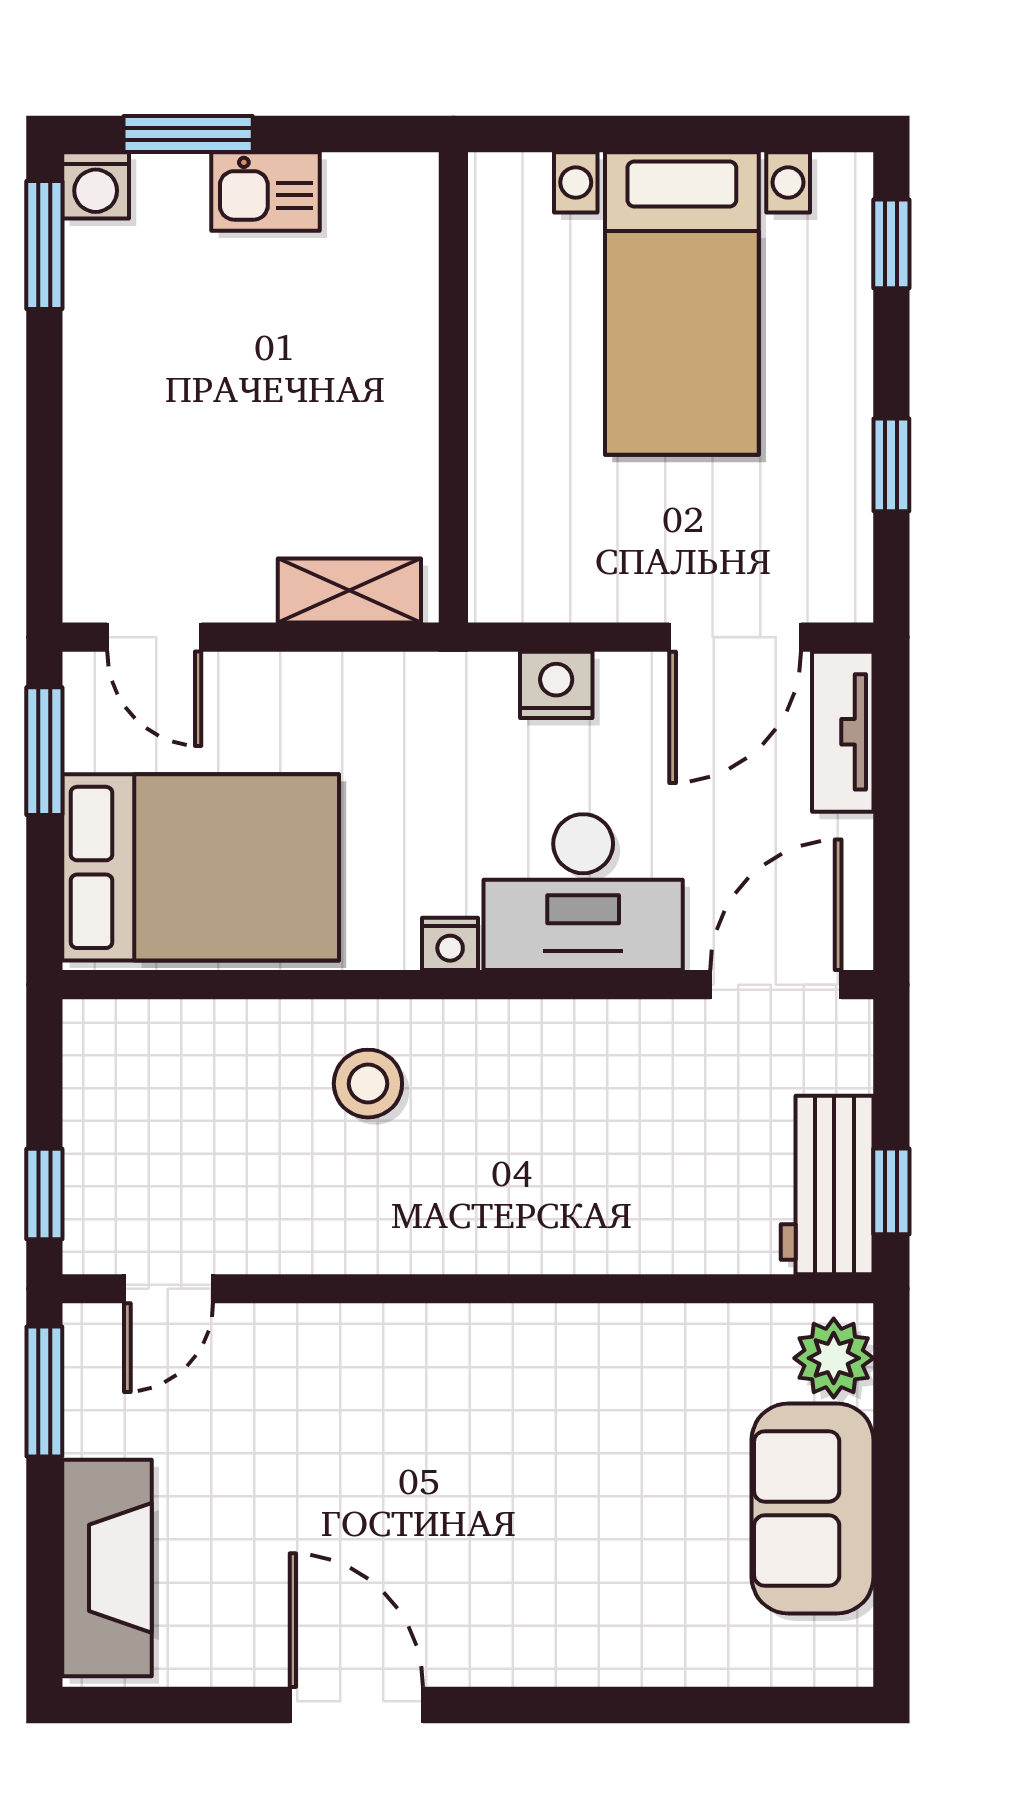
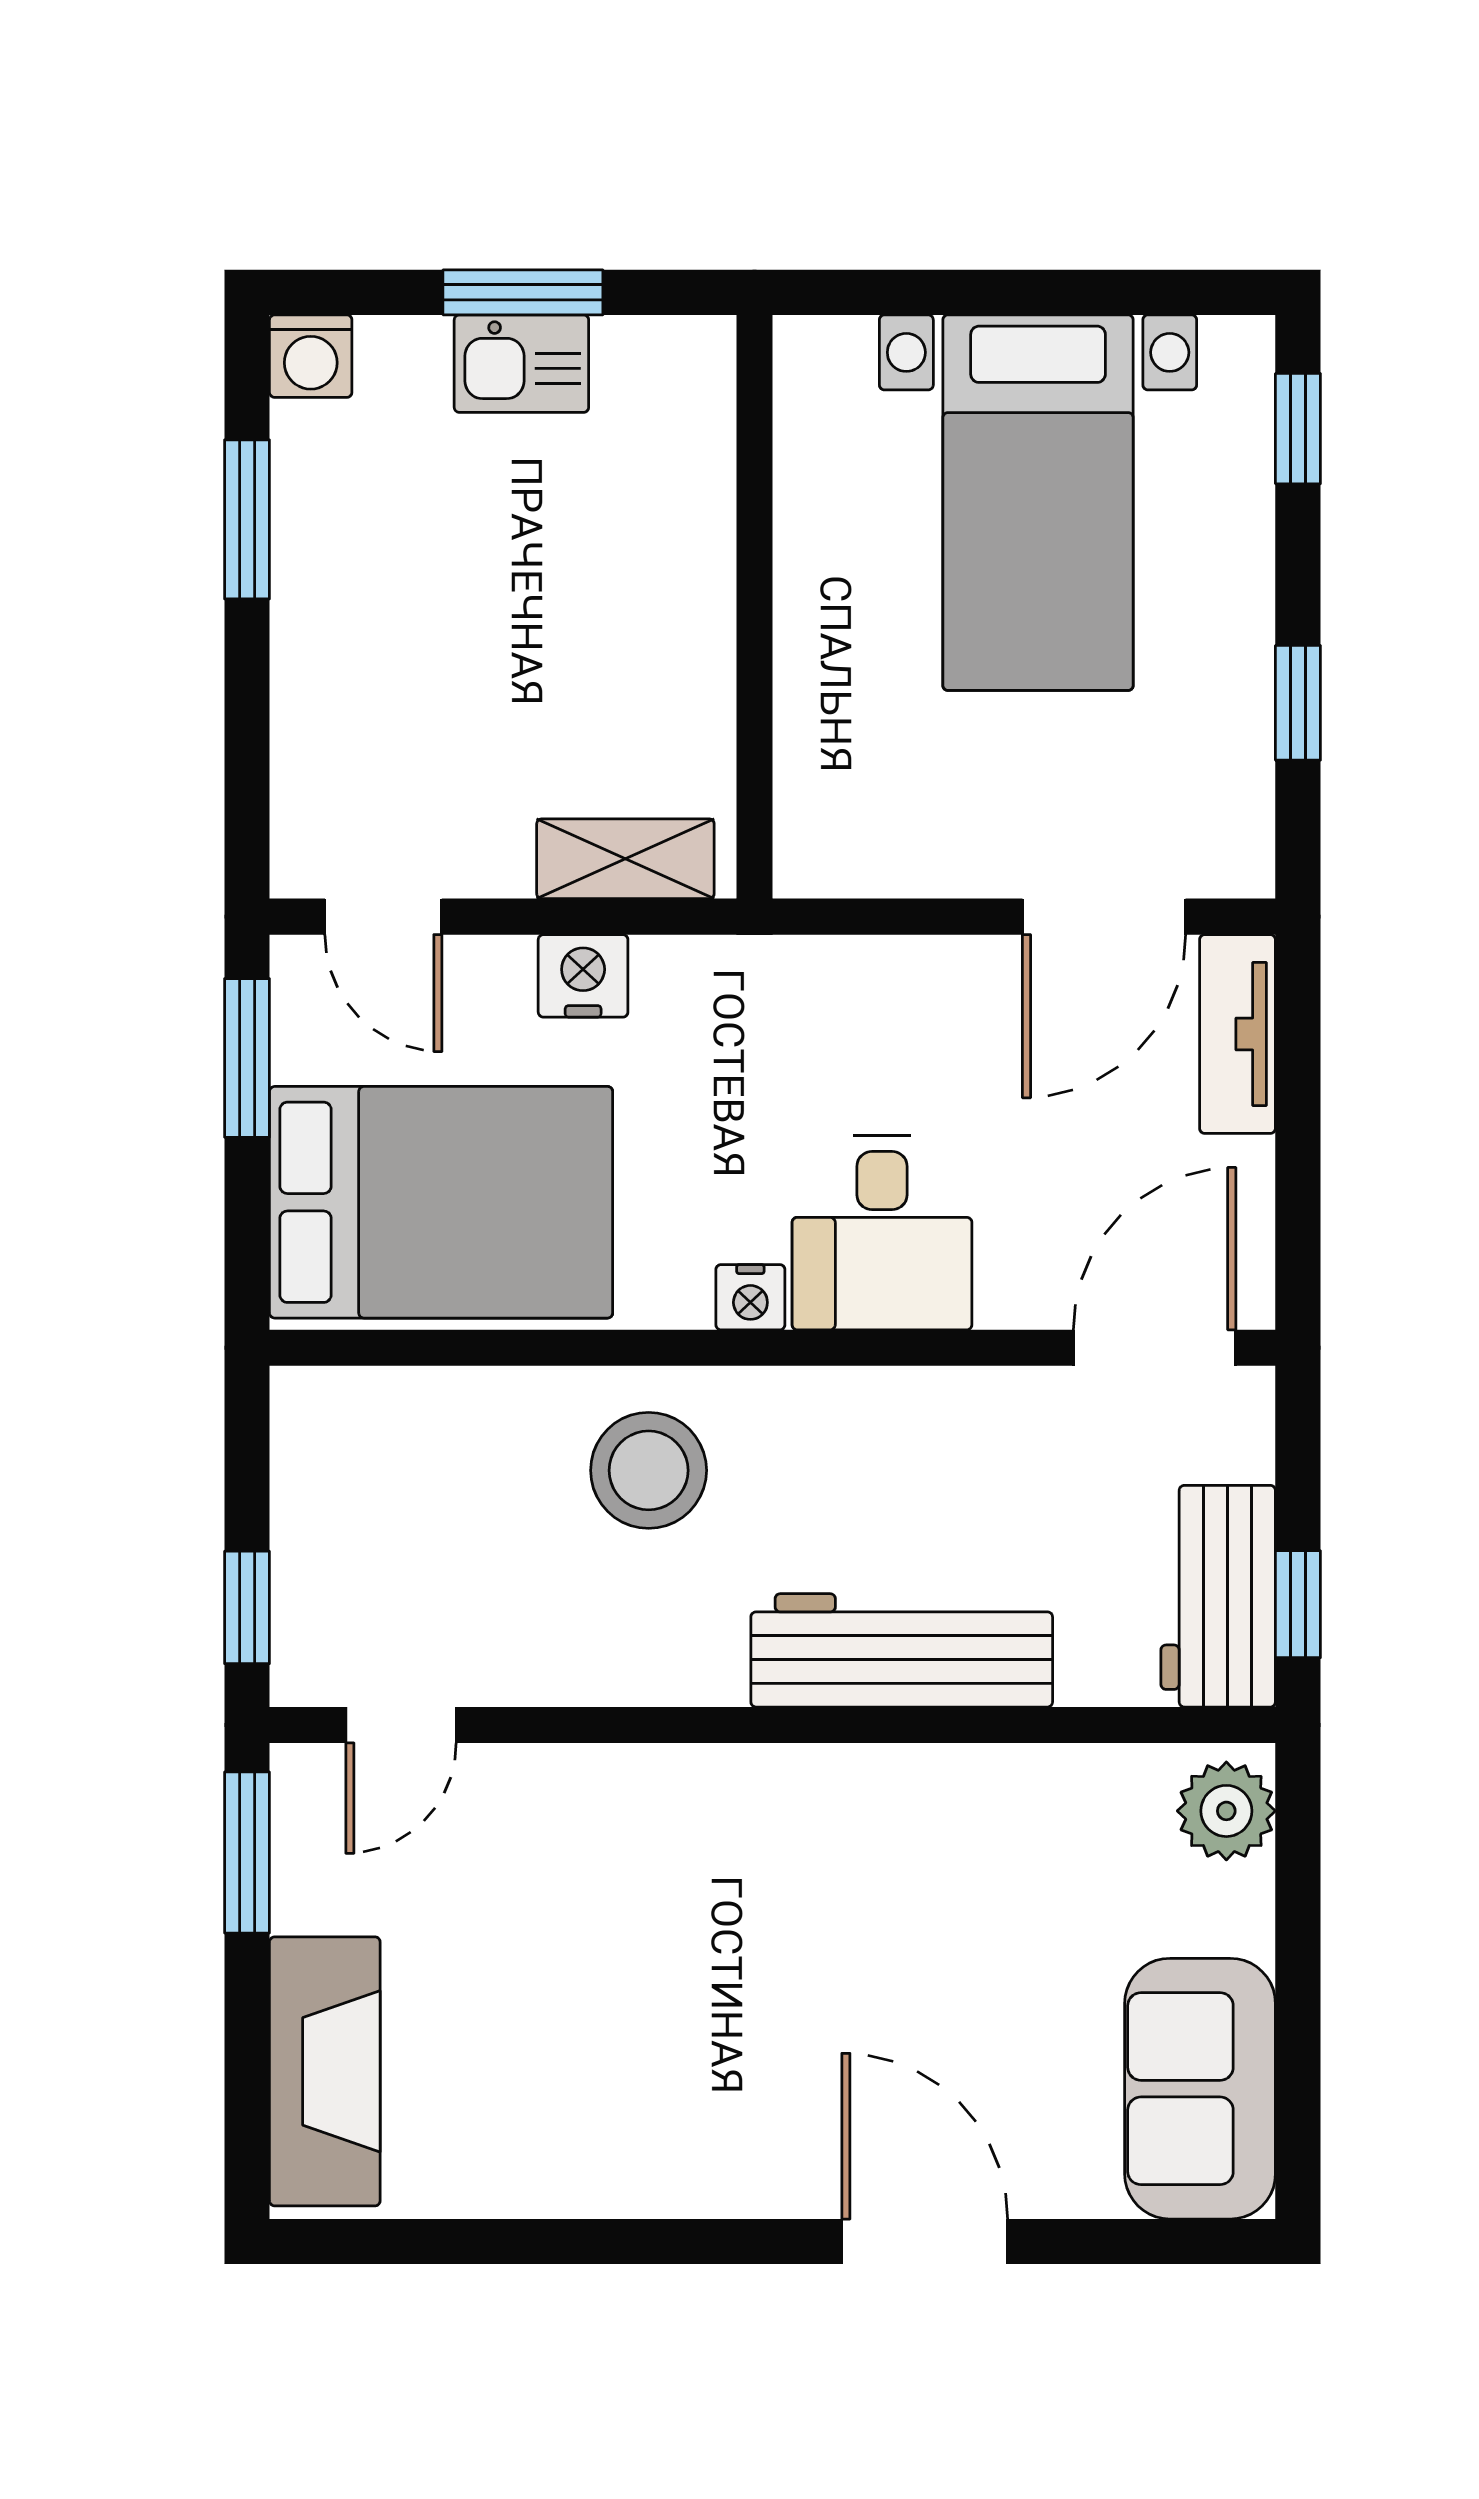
window: (188, 134) -> (523, 292), moved
window: (44, 245) -> (247, 519), moved
nightstand: (556, 685) -> (583, 976), moved
desk: (583, 892) -> (882, 1233), width x0.73
stool: (368, 1084) -> (649, 1470), width x1.38, depth x1.38
workbench: (572, 1229) -> (902, 1650), added
sofa: (813, 1508) -> (1200, 2089), moved
door: (356, 1705) -> (925, 2241), moved

